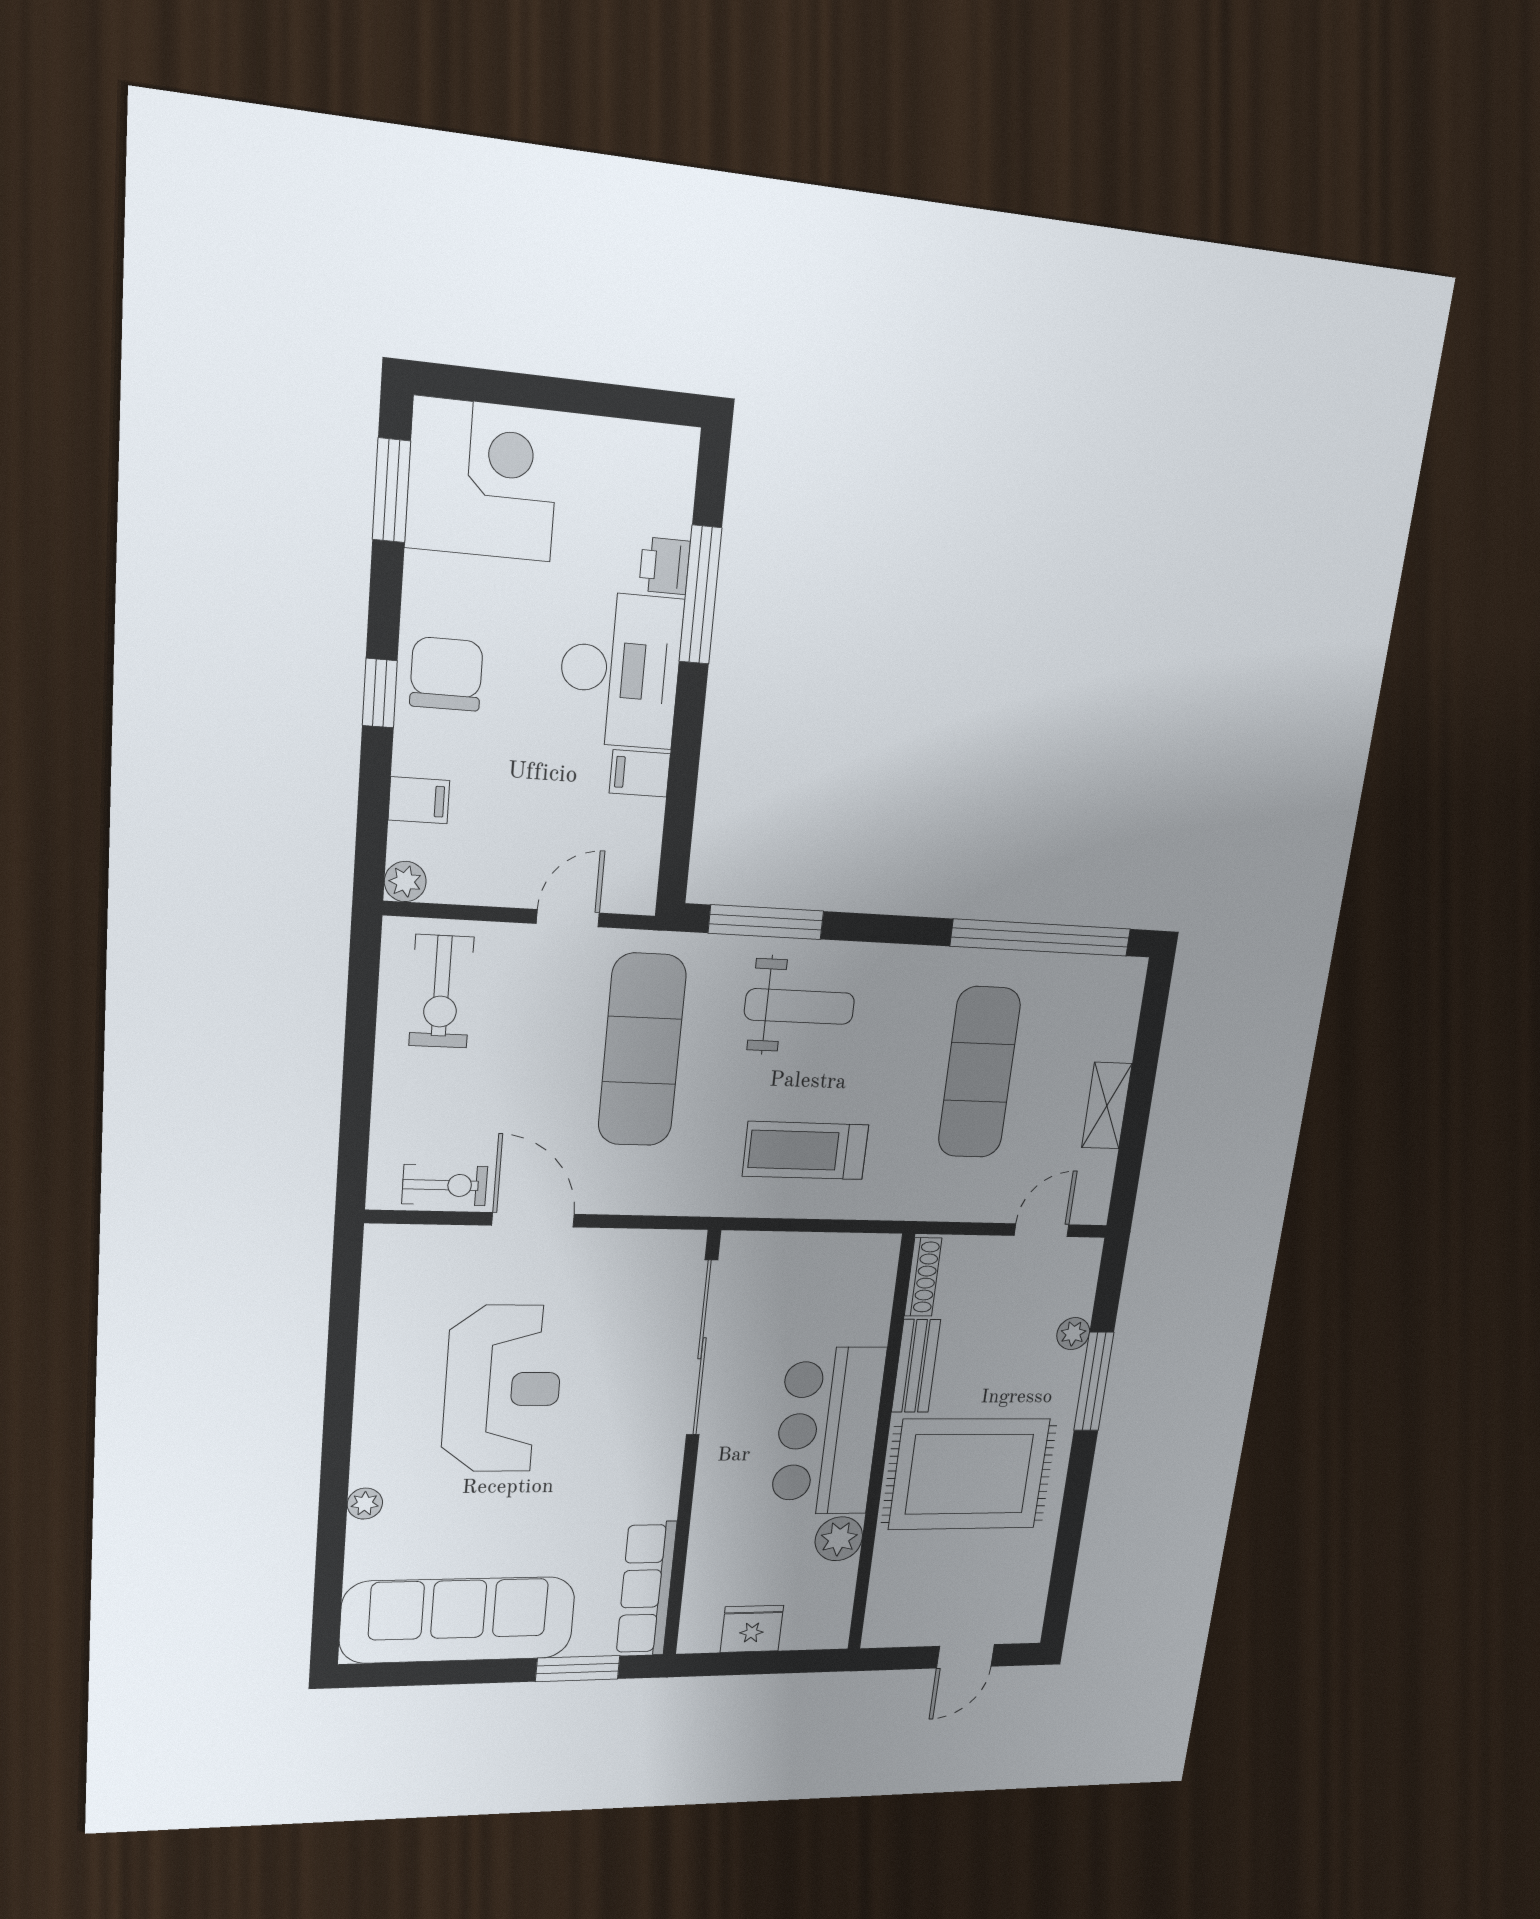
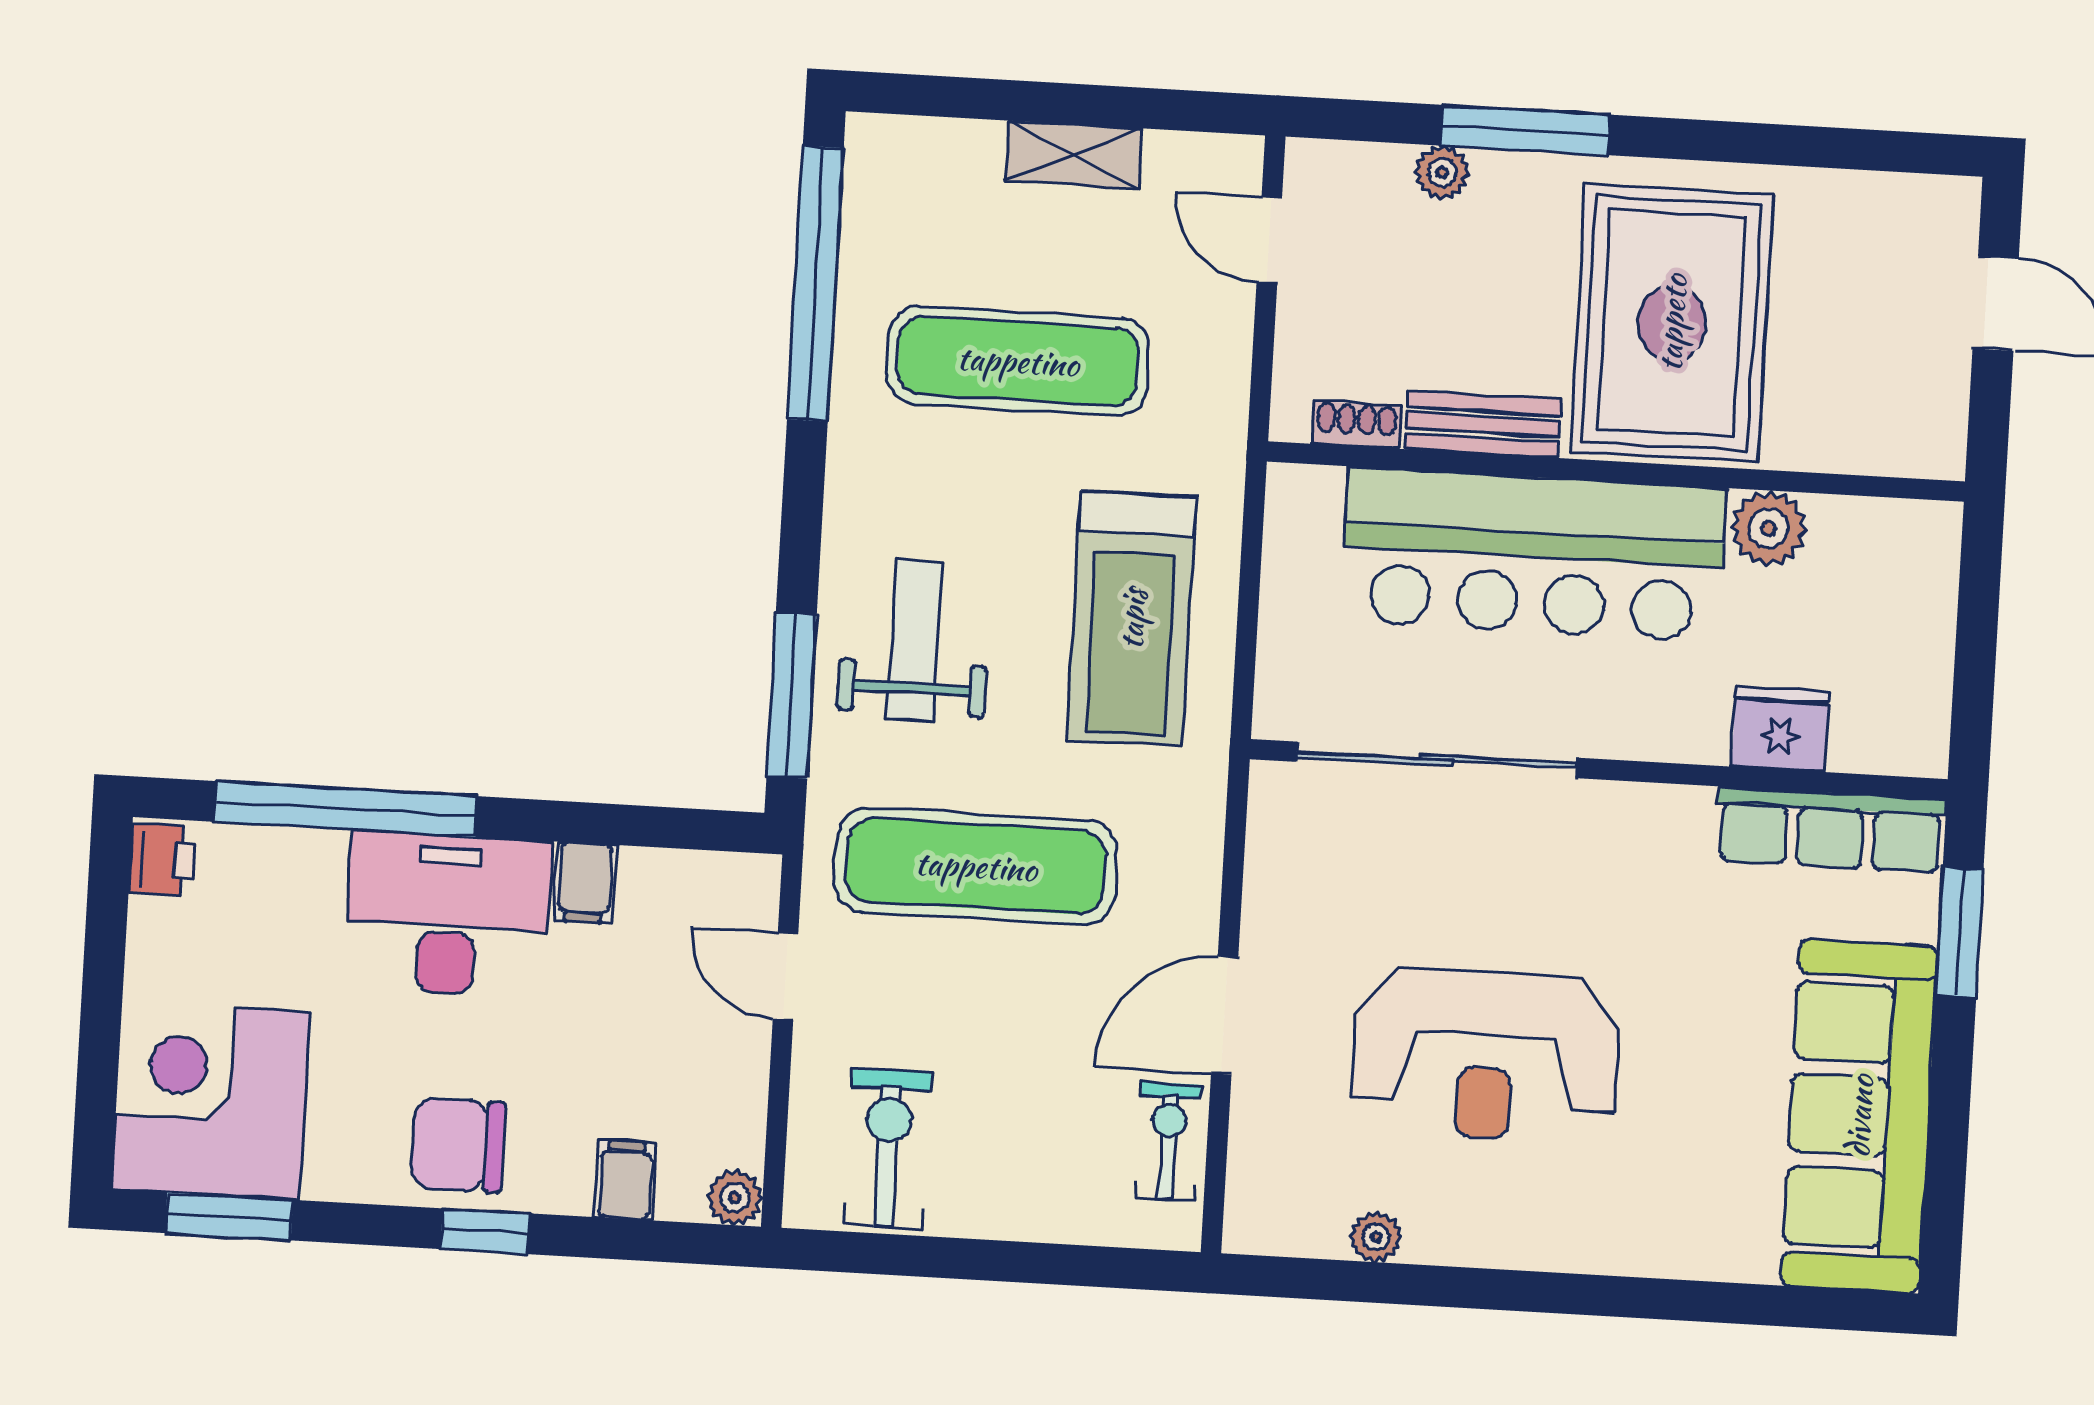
printer: (665, 566) -> (162, 860), moved, turned -90
window: (700, 595) -> (346, 809), width x1.46
exercise bike: (441, 992) -> (888, 1148), turned -90
treadmill: (806, 1151) -> (1132, 619), width x1.37, depth x1.38
shoe rack: (923, 1277) -> (1357, 425), width x0.70
reception desk: (503, 1389) -> (1485, 1055), turned 180
bar counter: (828, 1431) -> (1533, 554), width x1.36
plant: (365, 1504) -> (1376, 1237), moved
fridge: (752, 1629) -> (1780, 729), moved, turned 90

